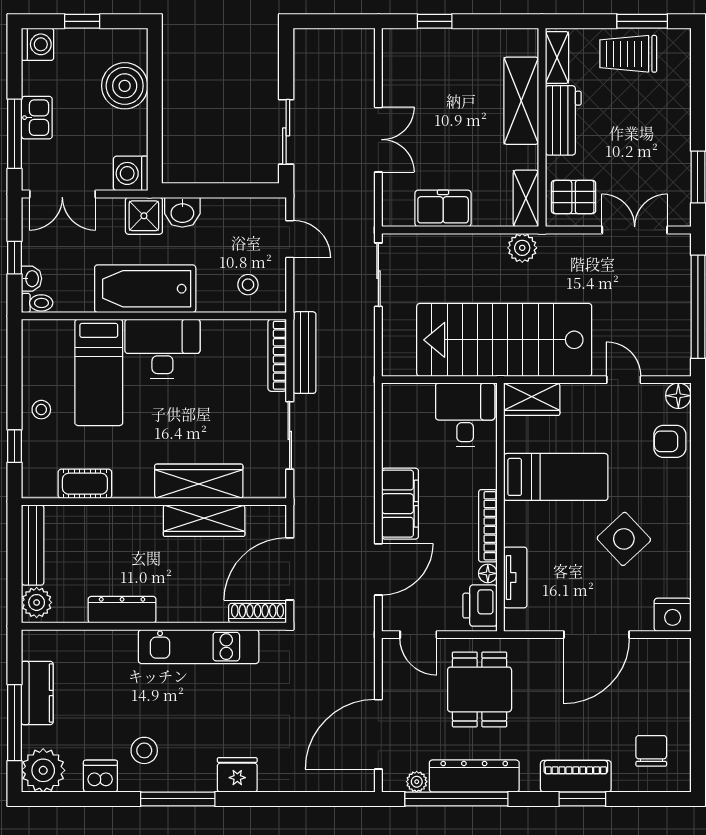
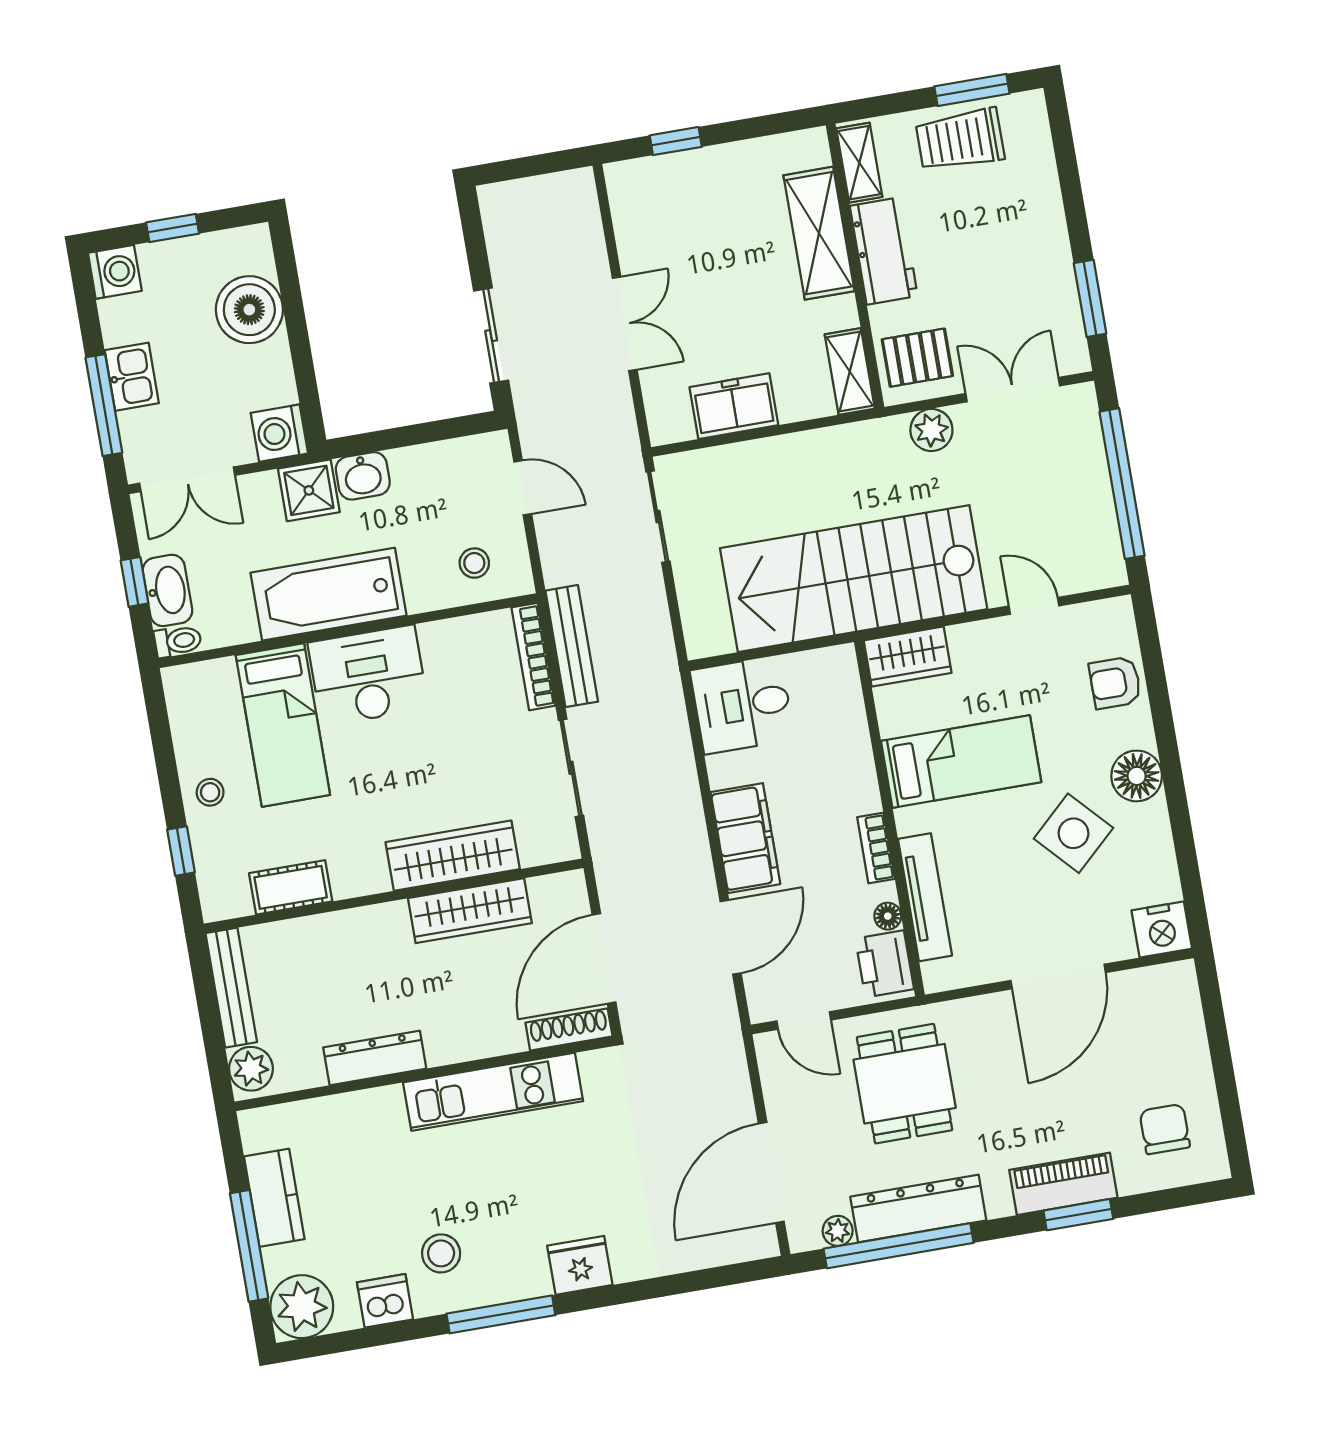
plant: (522, 248) -> (931, 430), moved
washbasin: (32, 279) -> (167, 590), width x1.91, depth x1.45
floor lamp: (678, 396) -> (1137, 776), moved, width x1.38, depth x1.38
desk: (465, 415) -> (742, 705), moved, turned -90
bookcase: (488, 526) -> (876, 848), width x0.64
tv unit: (515, 577) -> (925, 897), width x1.41

